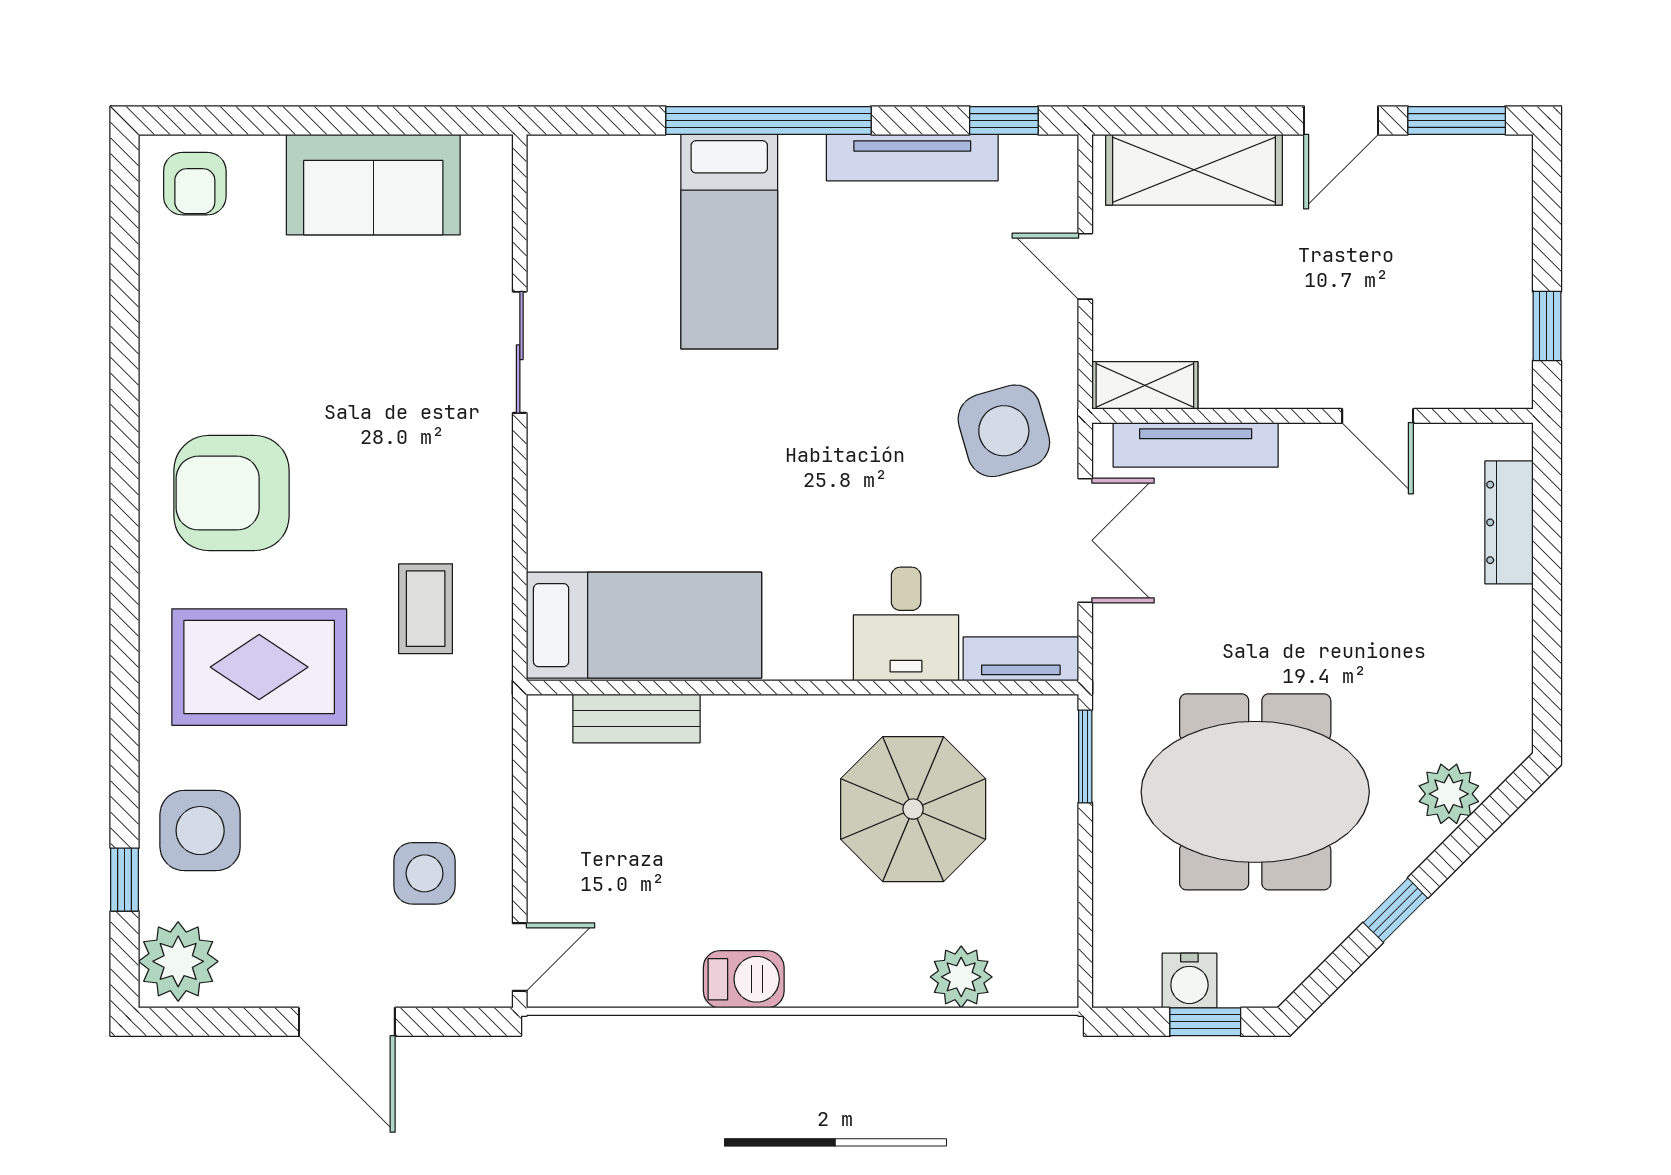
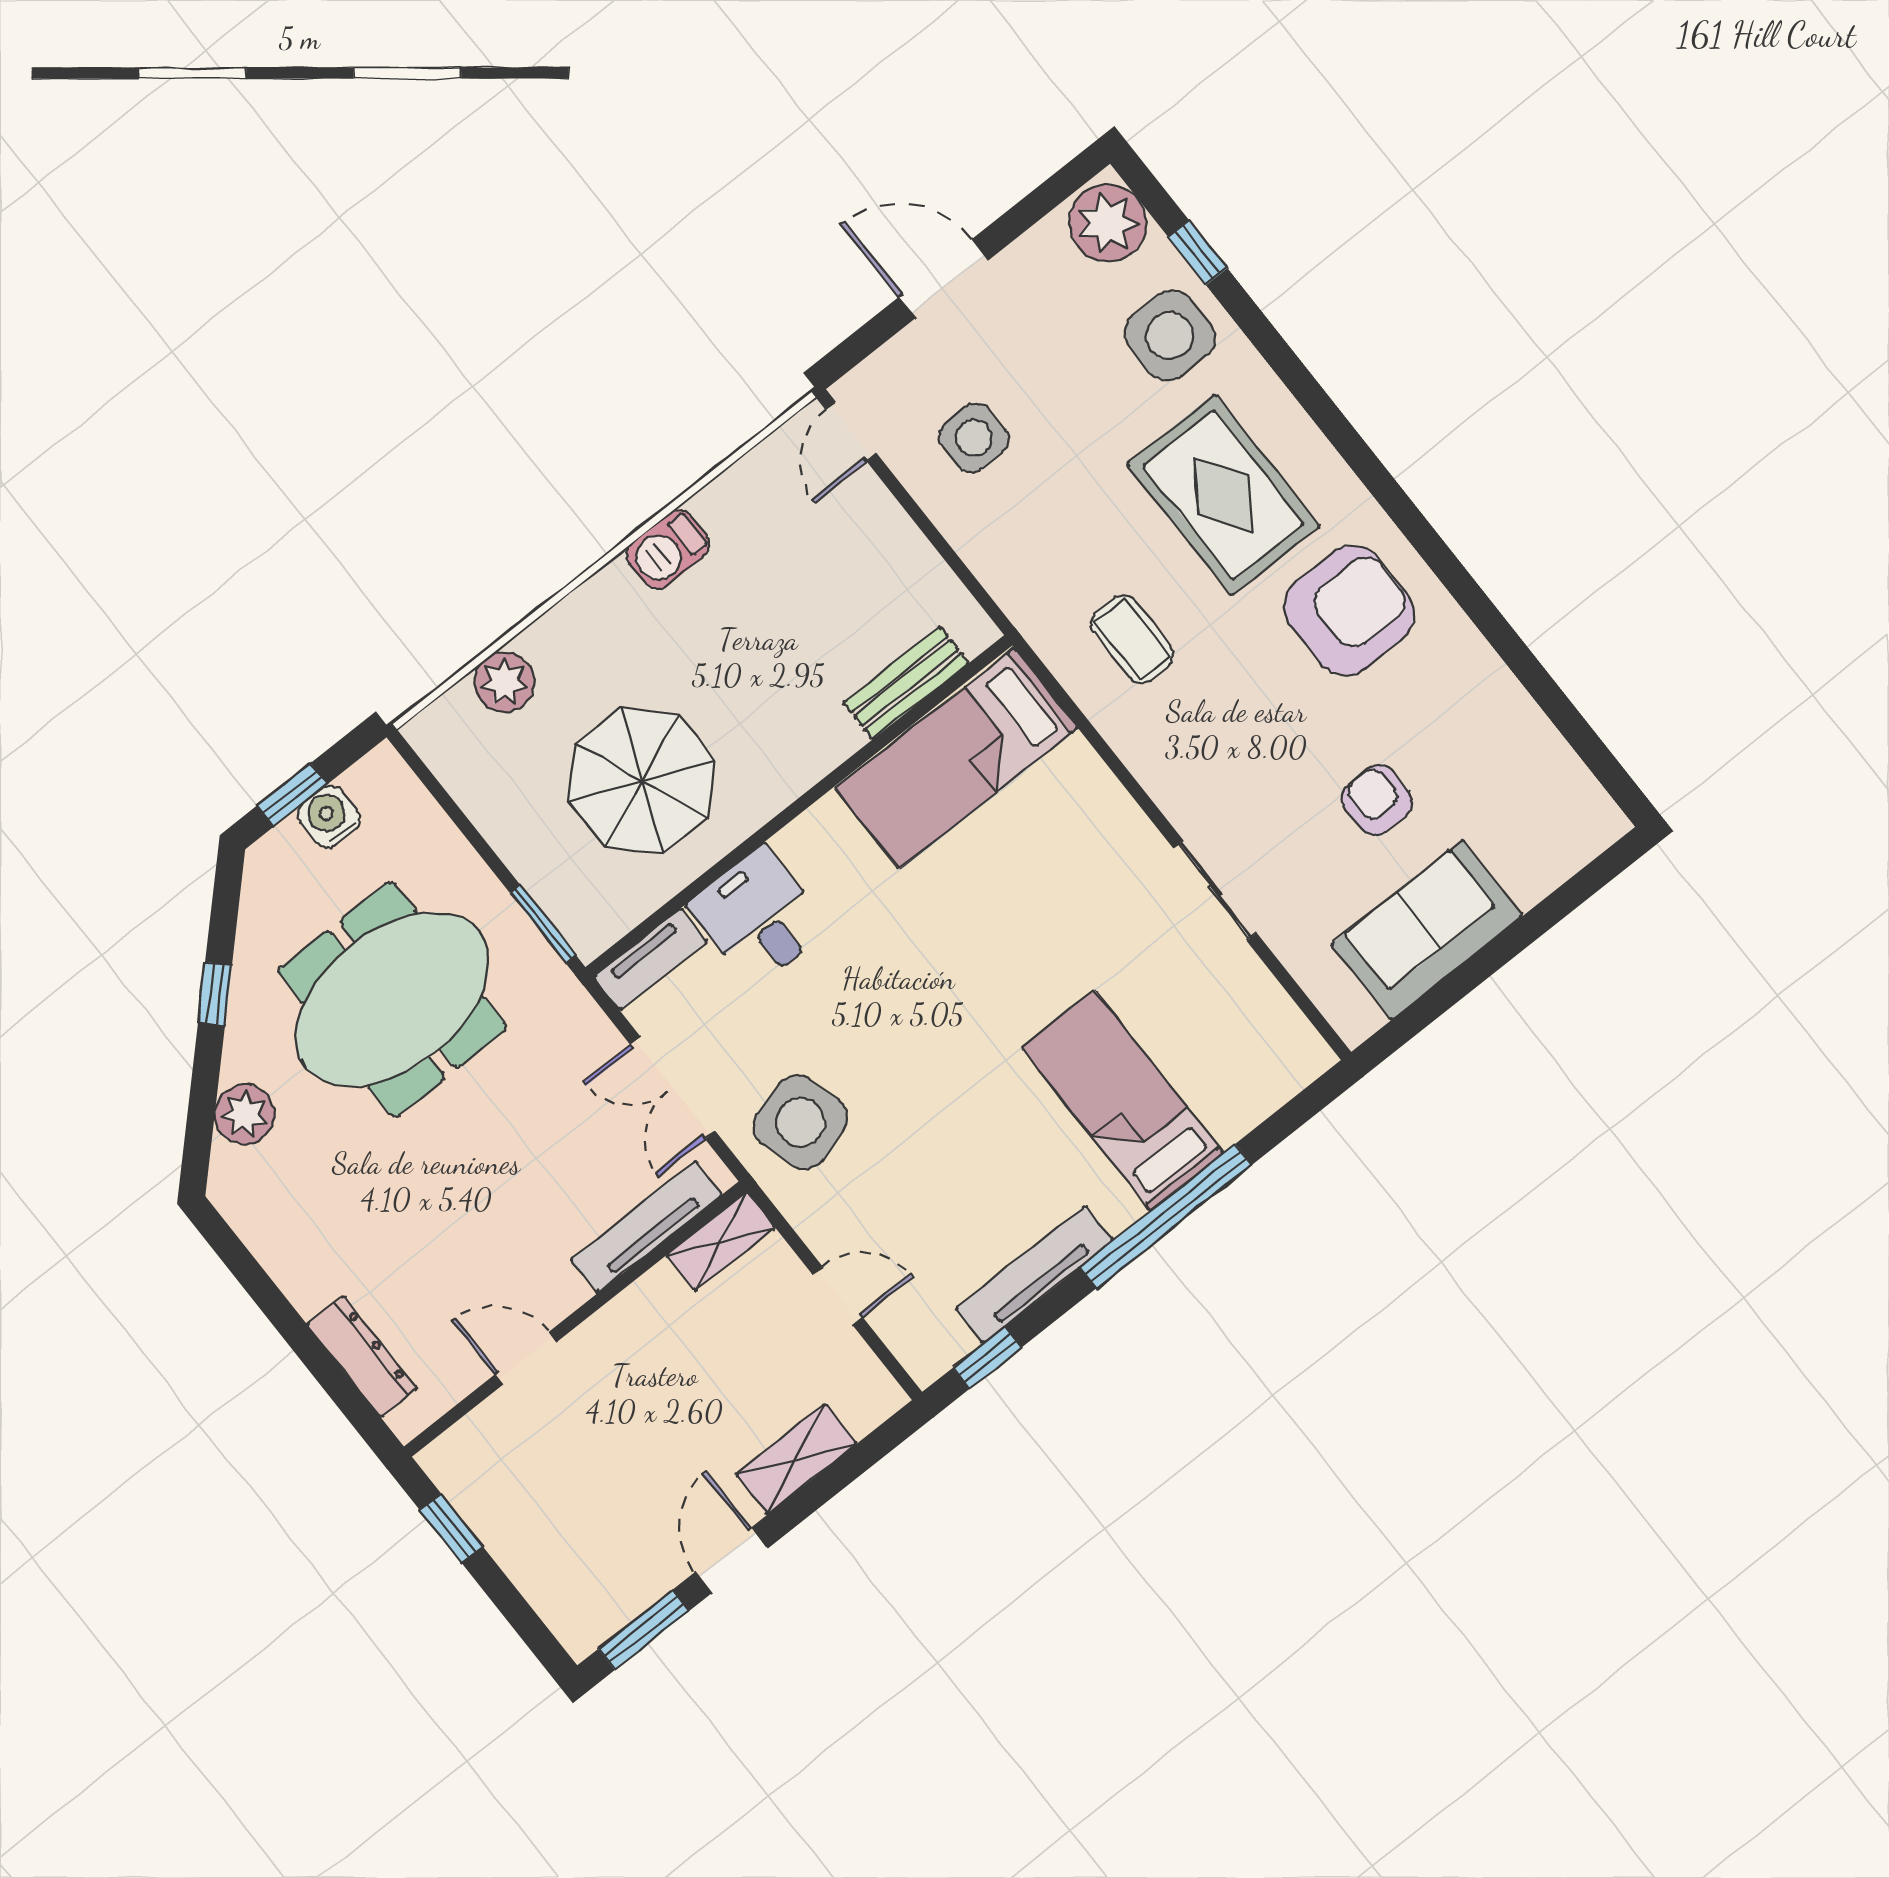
shelving: (1194, 170) -> (796, 1459), width x0.67, depth x0.75
armchair: (195, 184) -> (1377, 800), moved
rug: (259, 667) -> (1223, 495), turned 90

